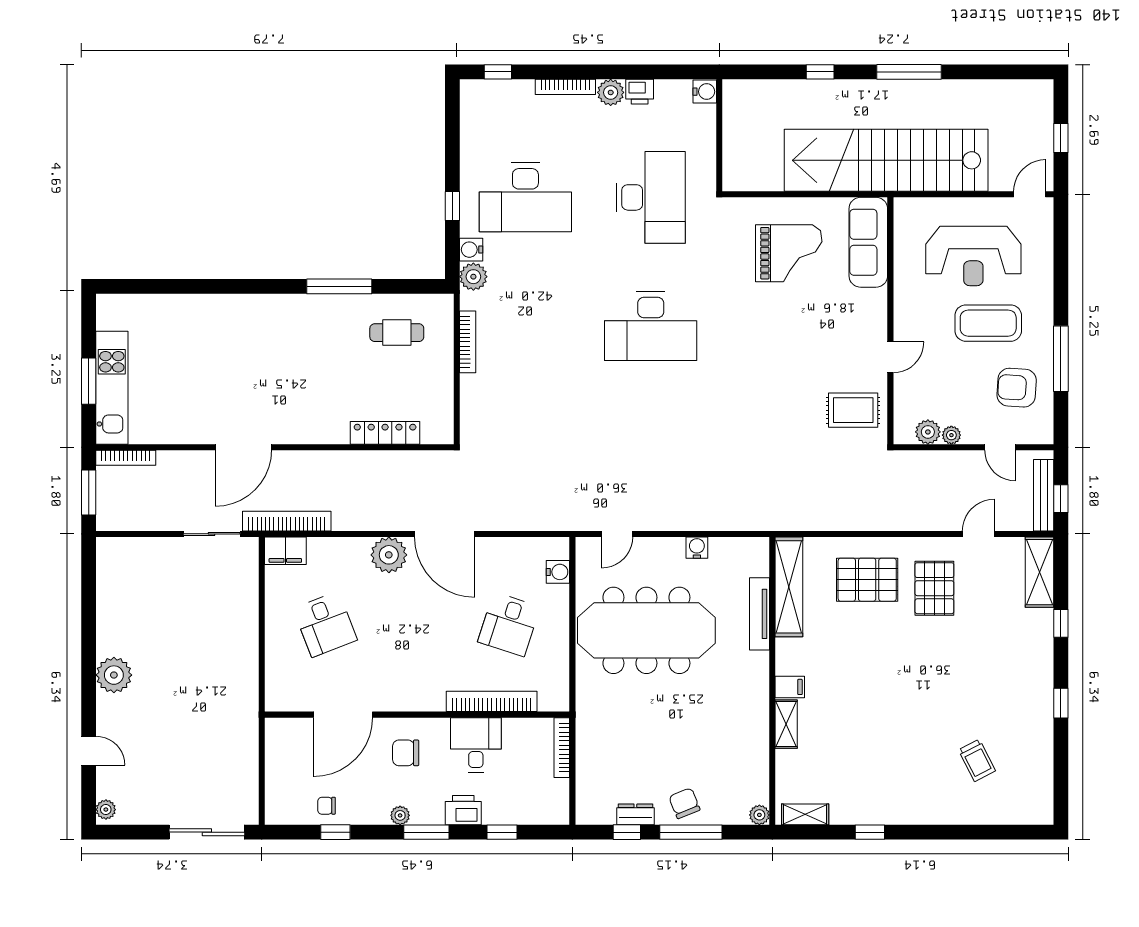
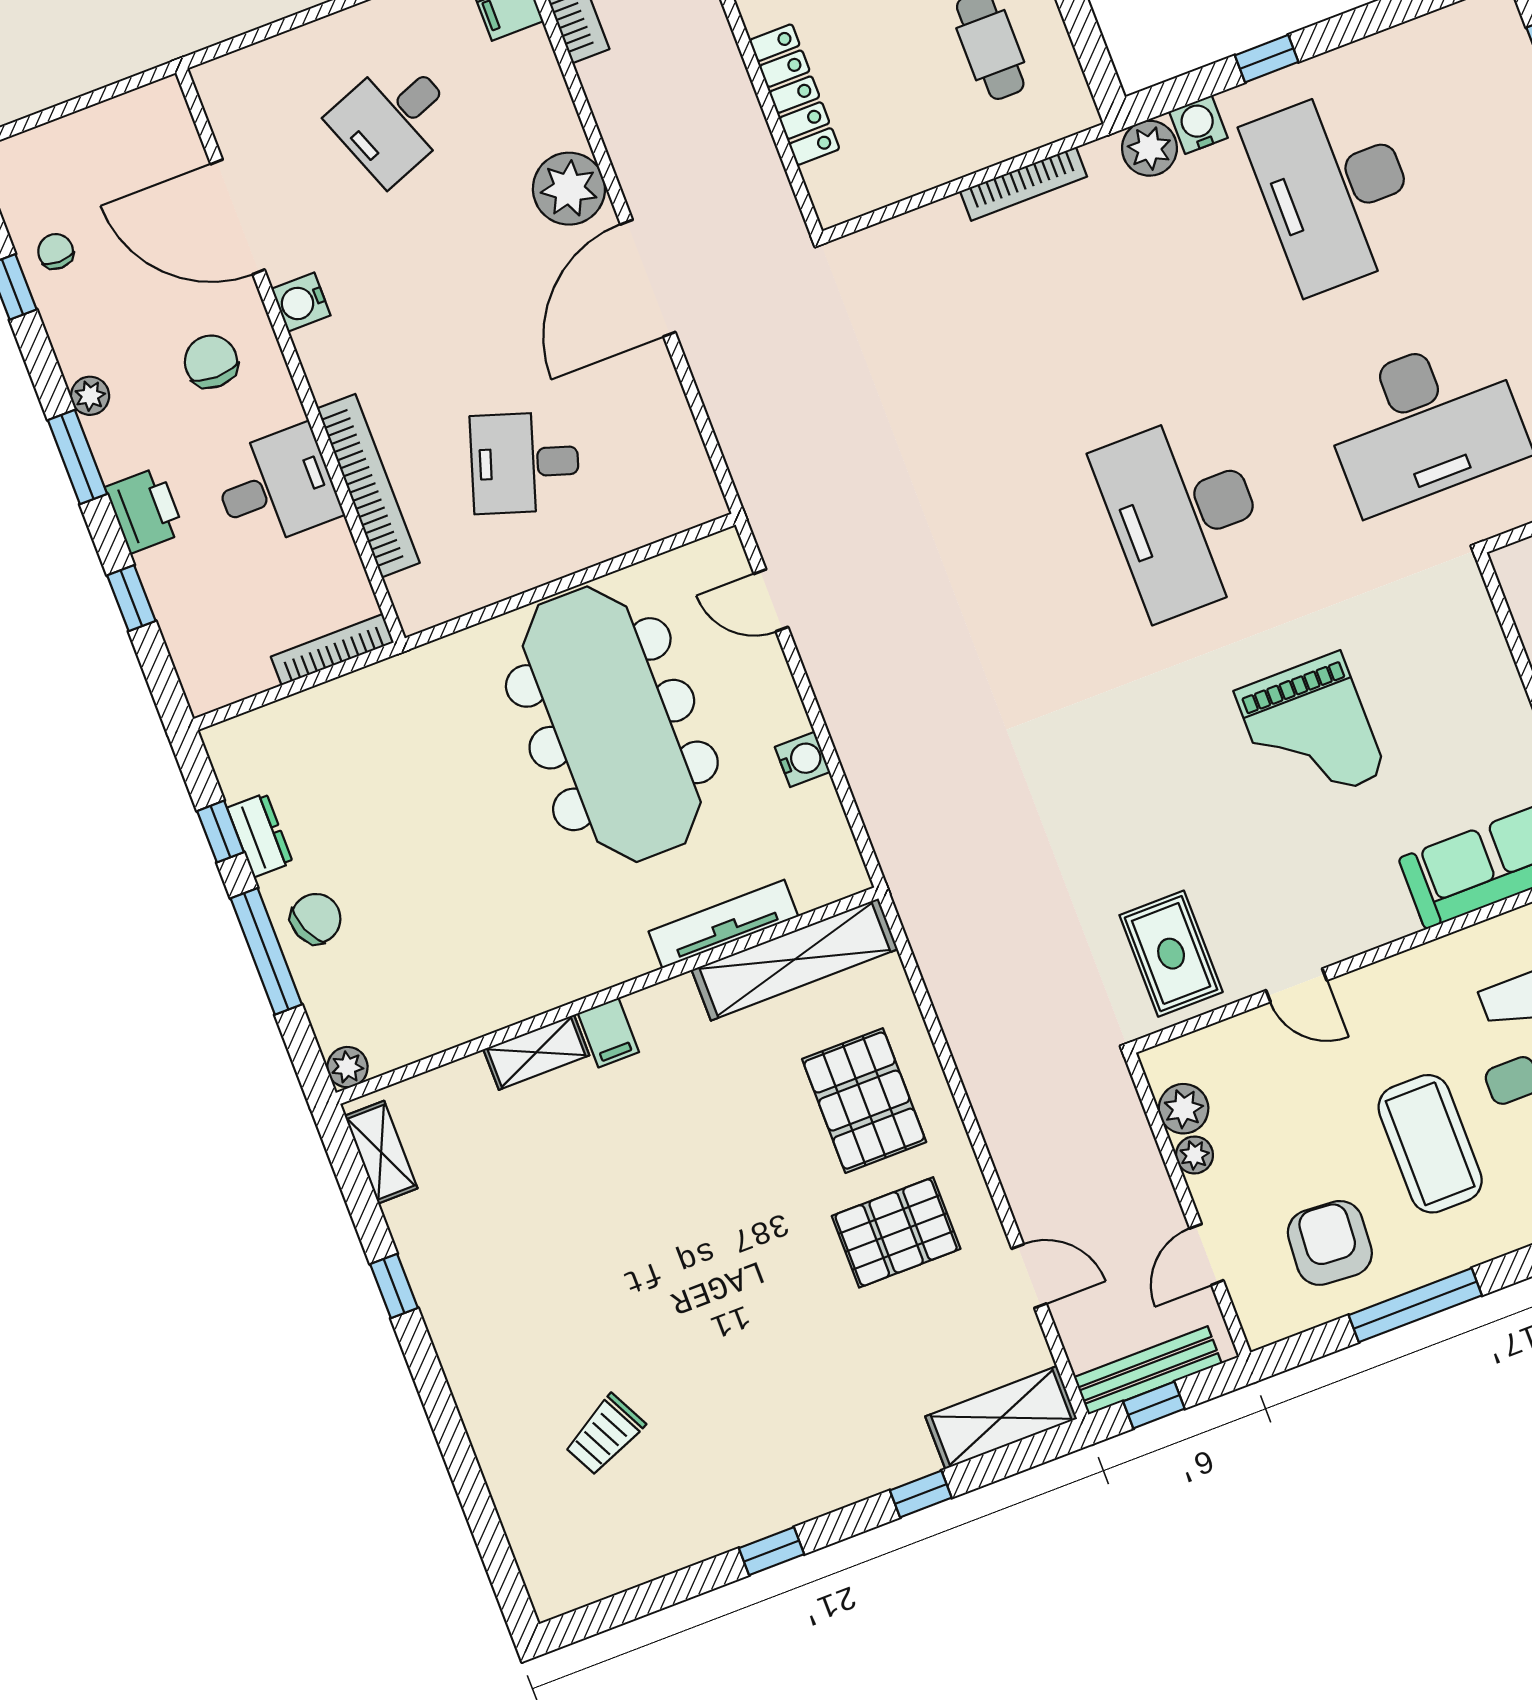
grand piano: (789, 253) -> (1310, 732), moved
water cooler: (558, 572) -> (301, 302), moved, turned 90

